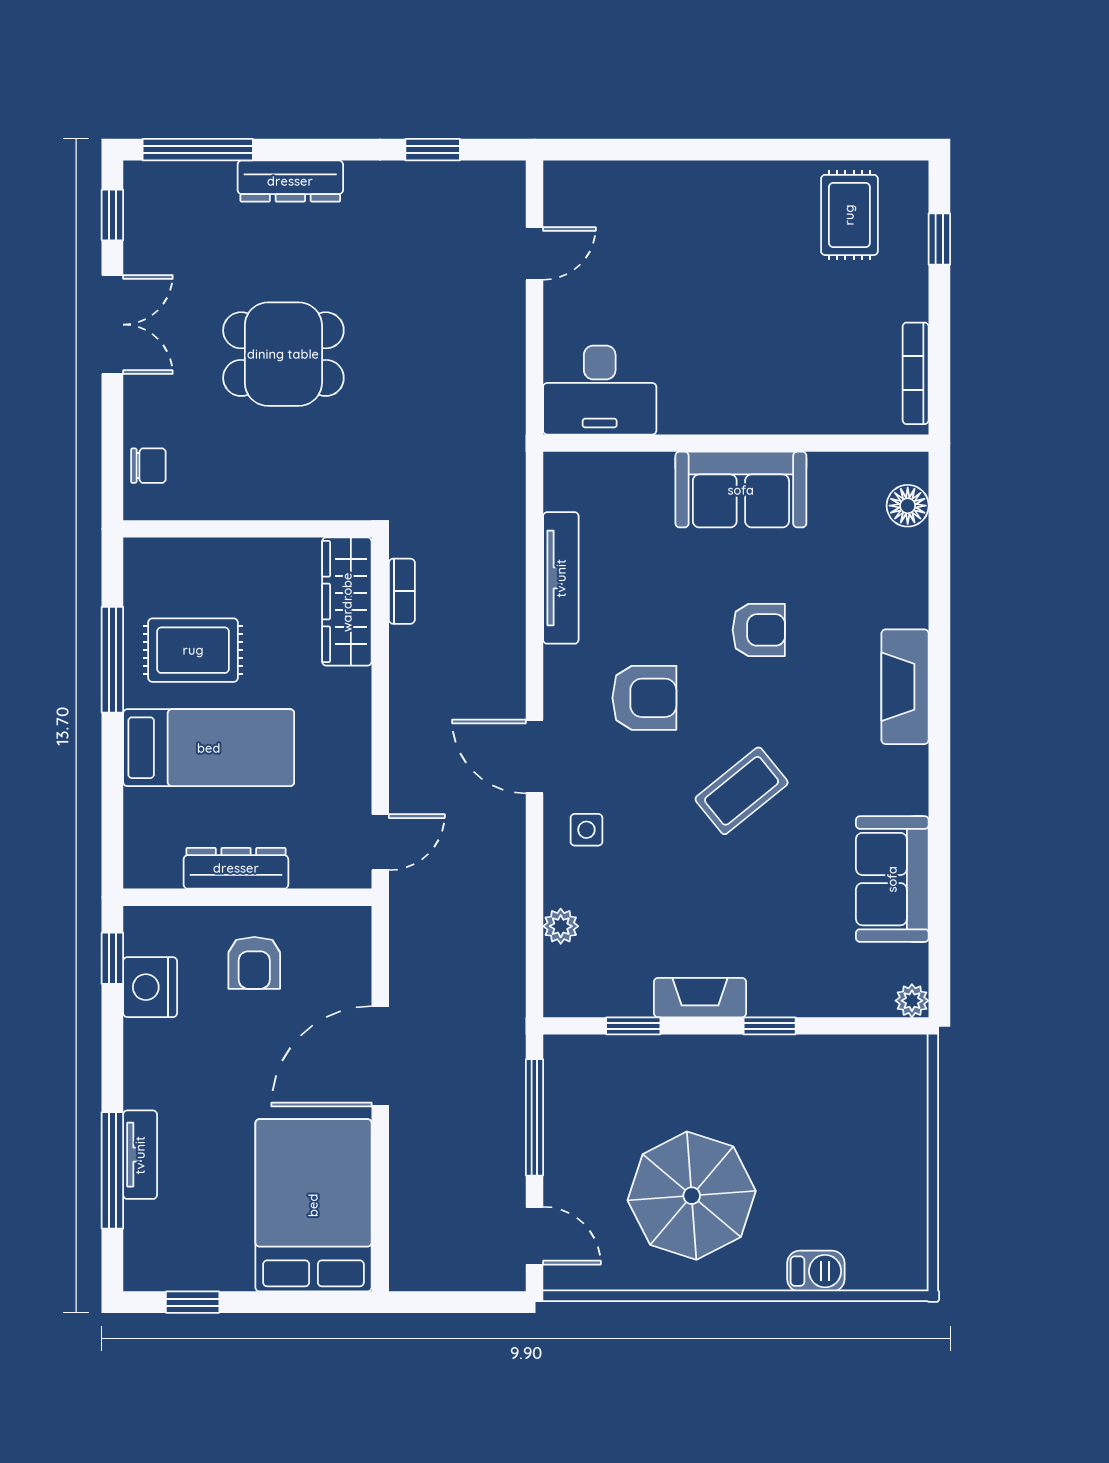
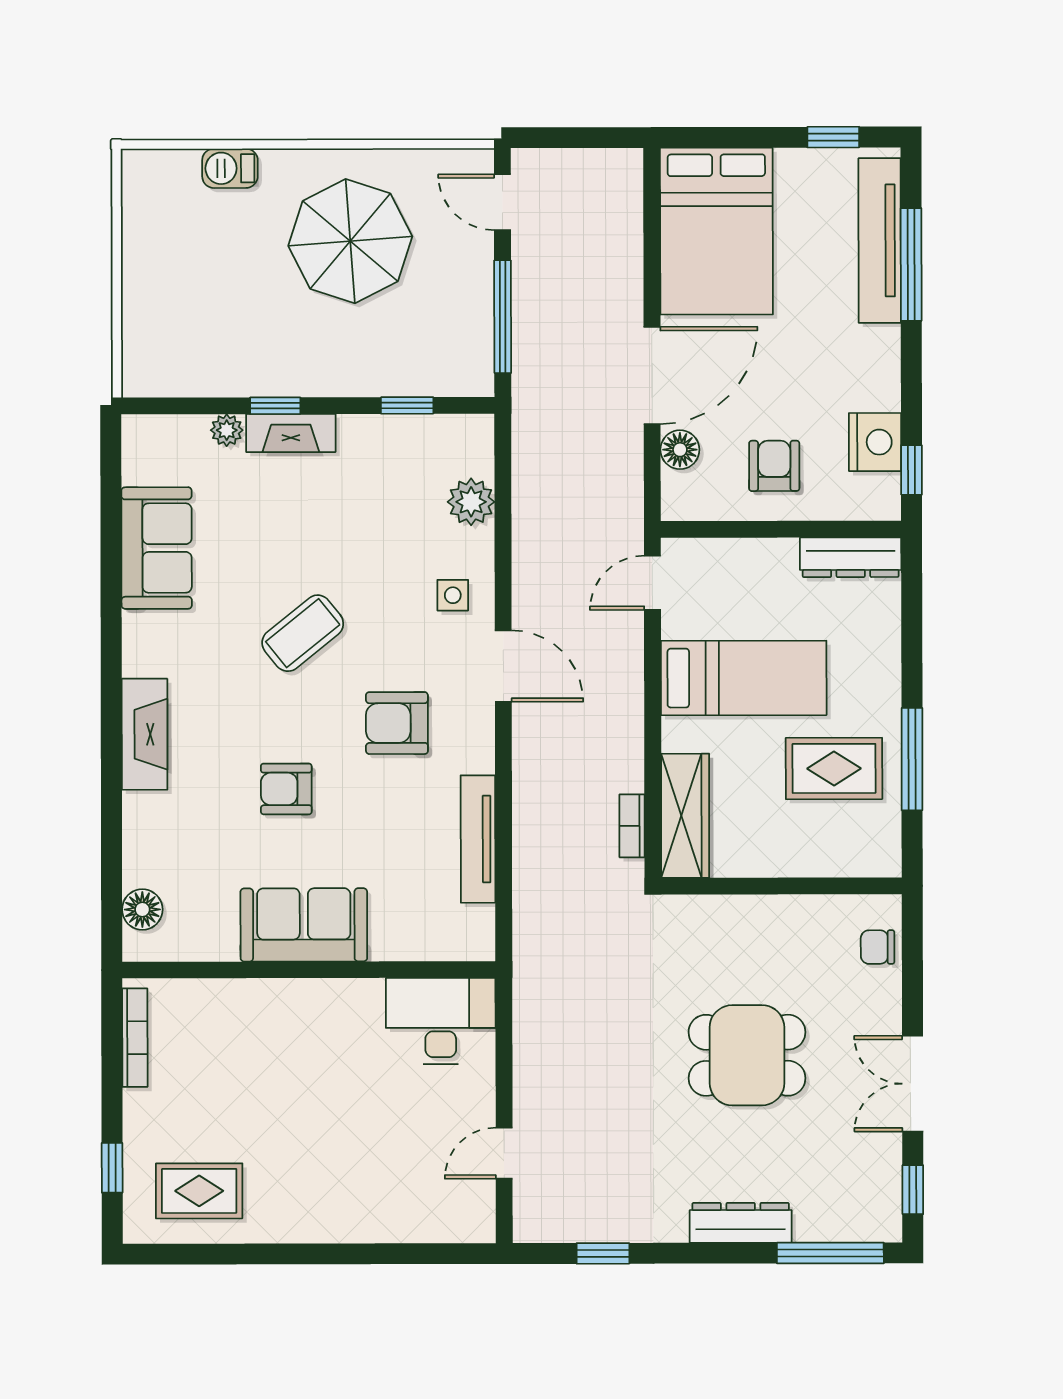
rug: (849, 215) -> (199, 1191), turned 90
bed: (209, 748) -> (744, 678), moved, turned 180
dresser: (236, 868) -> (851, 557), moved
plant: (561, 926) -> (471, 502), width x1.38, depth x1.38
floor lamp: (352, 980) -> (680, 450), added
fireplace: (700, 998) -> (291, 433), moved
plant: (912, 1001) -> (227, 430), moved
tv unit: (140, 1155) -> (880, 240), width x1.92, depth x1.29

